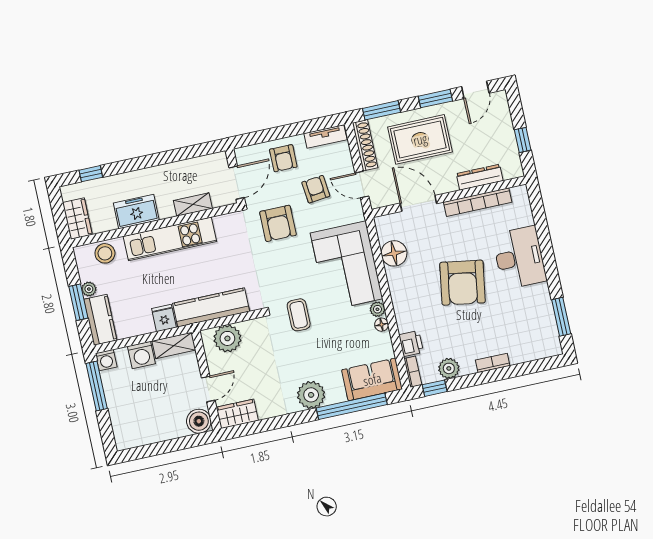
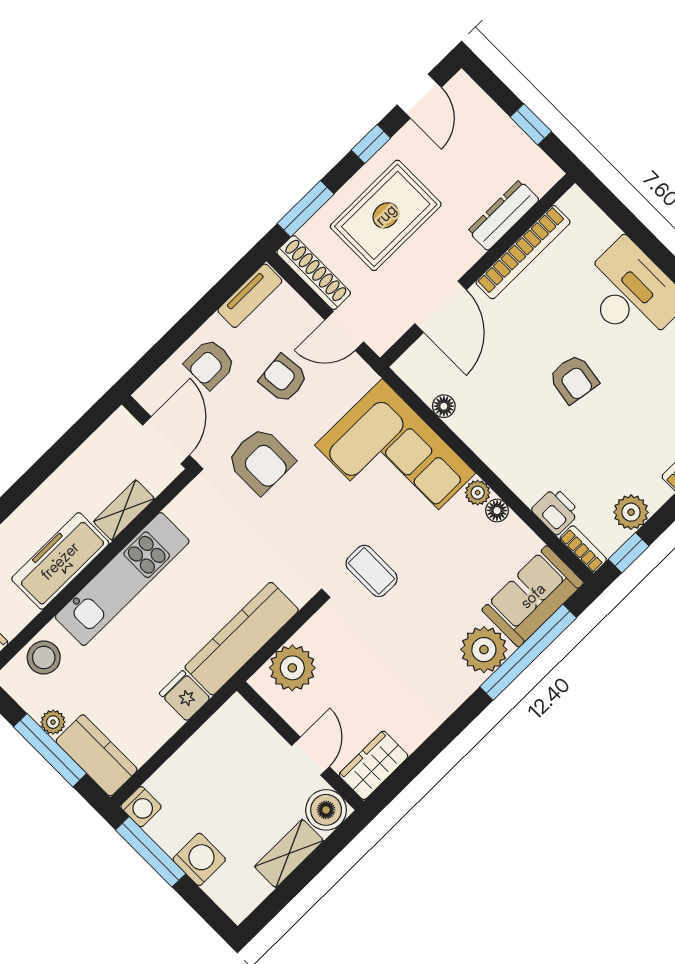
window: (435, 99) -> (371, 144), width x0.67
armchair: (283, 158) -> (210, 364), turned 90
door: (418, 203) -> (441, 307), swing flipped
freezer: (136, 212) -> (60, 561), width x1.40
floor lamp: (394, 253) -> (444, 406), width x0.53, depth x0.53
armchair: (463, 283) -> (574, 379), width x0.53, depth x0.53
window: (78, 302) -> (50, 750), width x1.44
shelving: (174, 345) -> (289, 854), moved
washing machine: (141, 355) -> (199, 859), moved, turned -90
plant: (311, 395) -> (484, 650), moved

